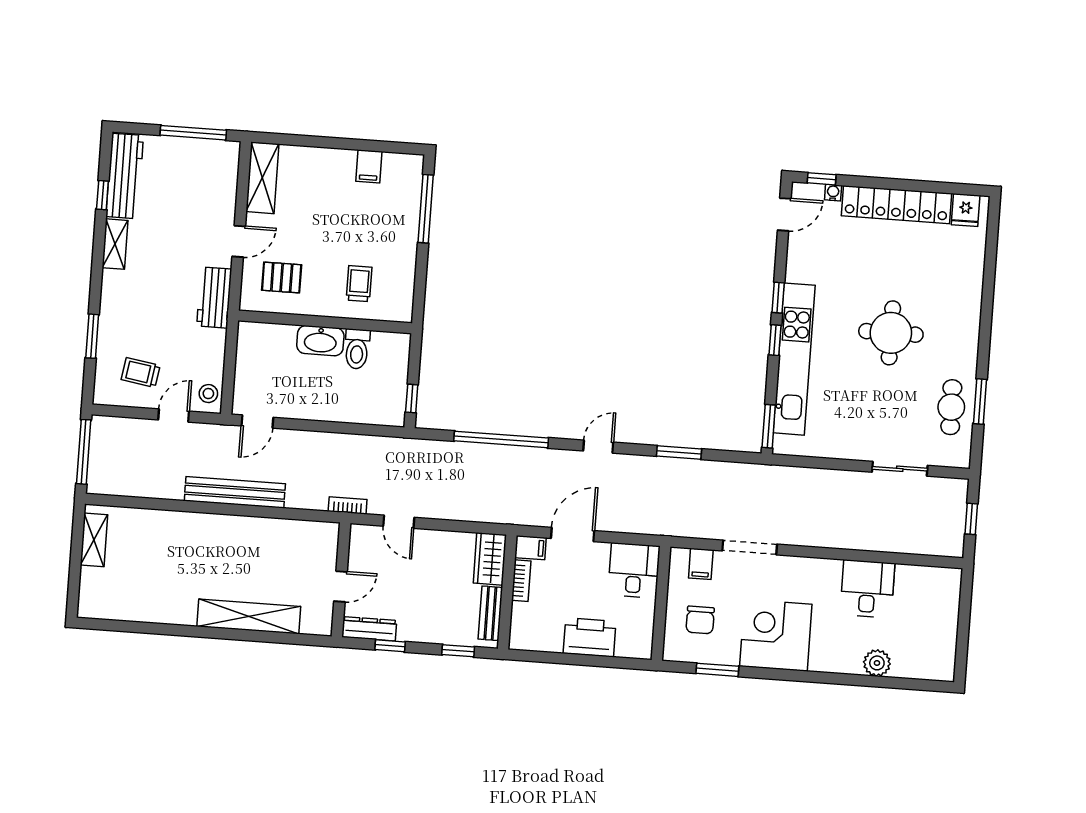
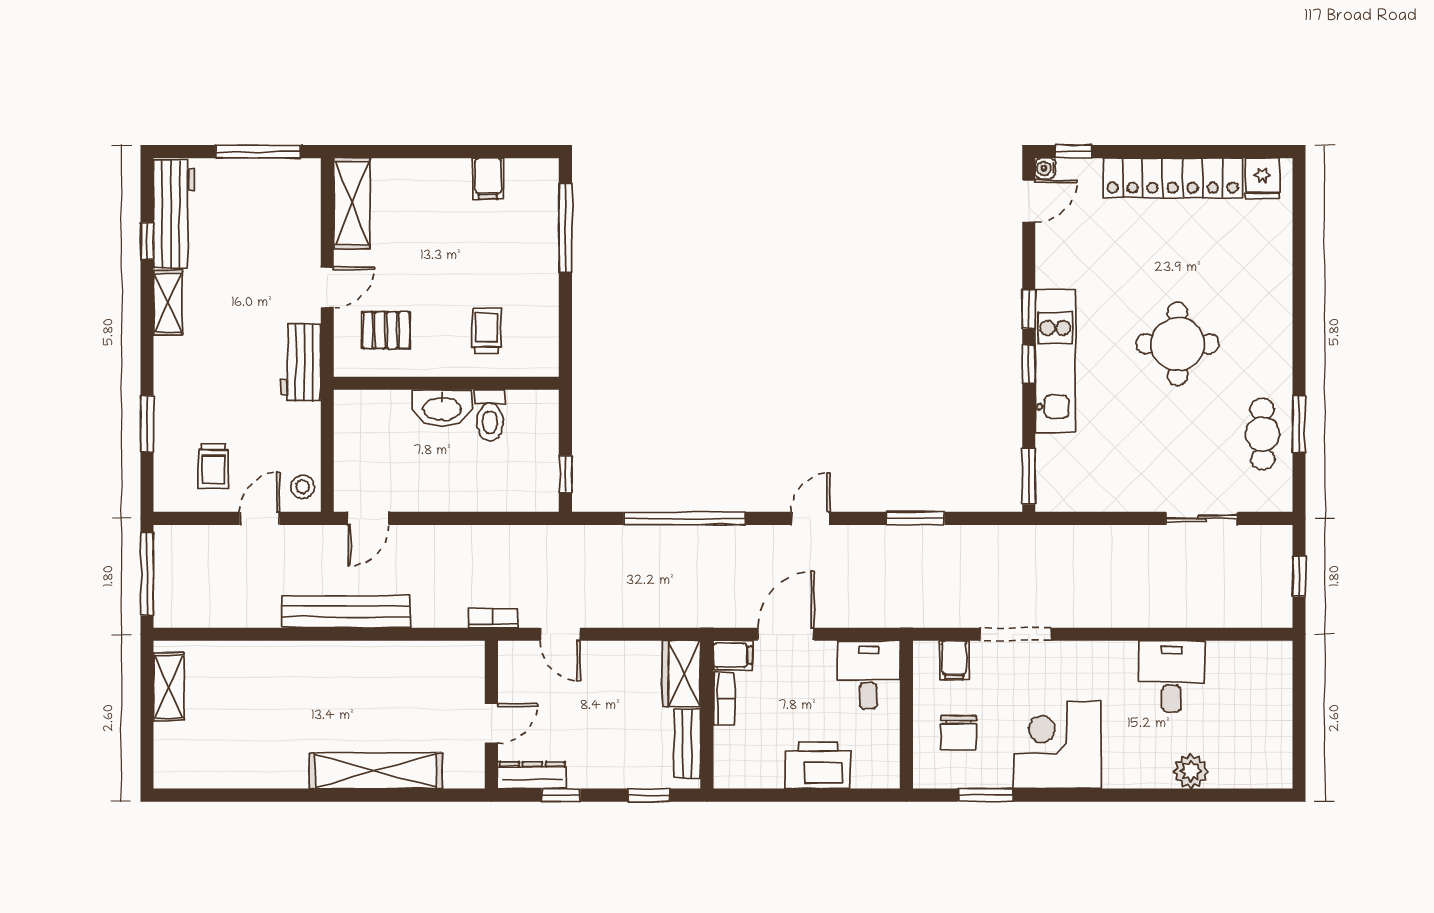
water cooler: (833, 193) -> (1045, 168), moved, turned -90
kitchen unit: (794, 359) -> (1055, 361), width x0.73
trolley: (141, 373) -> (213, 466), turned -99

